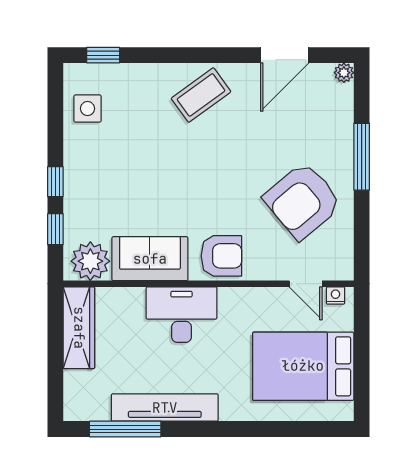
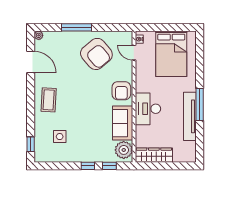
coffee table: (201, 95) -> (49, 100), turned 39
side table: (87, 109) -> (60, 137), moved
armchair: (221, 256) -> (121, 91), turned 180
door: (306, 284) -> (134, 53), swing flipped
window: (125, 429) -> (200, 104), moved

